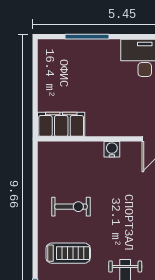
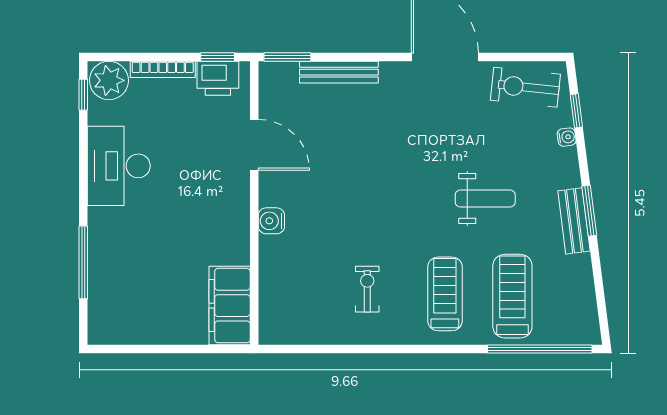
exercise bike: (71, 207) -> (367, 289), width x0.73, depth x0.72

